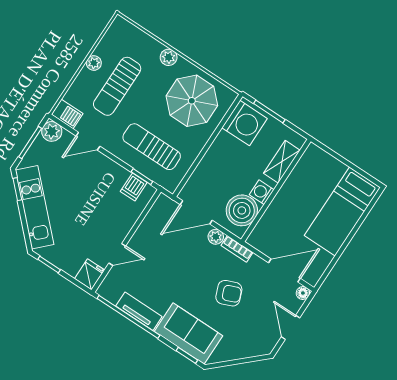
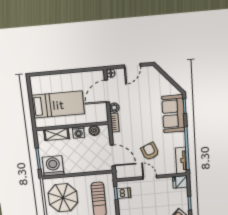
boiler: (242, 210) -> (94, 131), width x0.54, depth x0.54
bed: (342, 211) -> (58, 105), moved
plant: (216, 237) -> (114, 108), moved
door: (117, 254) -> (150, 177), moved
door: (284, 271) -> (107, 91), hinge flipped
armchair: (229, 293) -> (150, 151), moved
tv unit: (139, 311) -> (181, 161), moved

